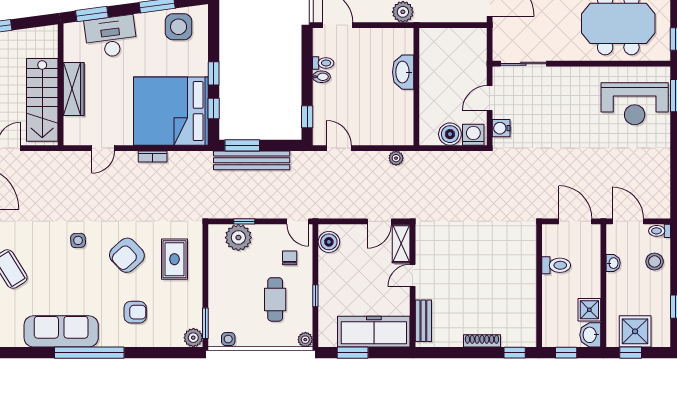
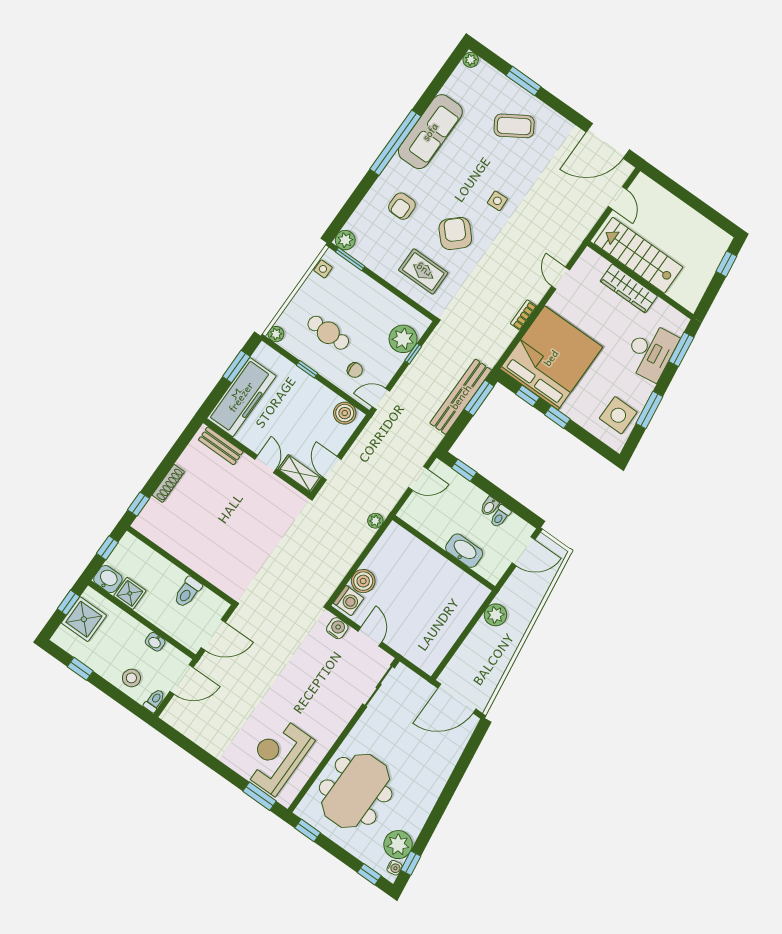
washbasin: (403, 72) -> (464, 551), moved
wall: (416, 87) -> (444, 553), moved

